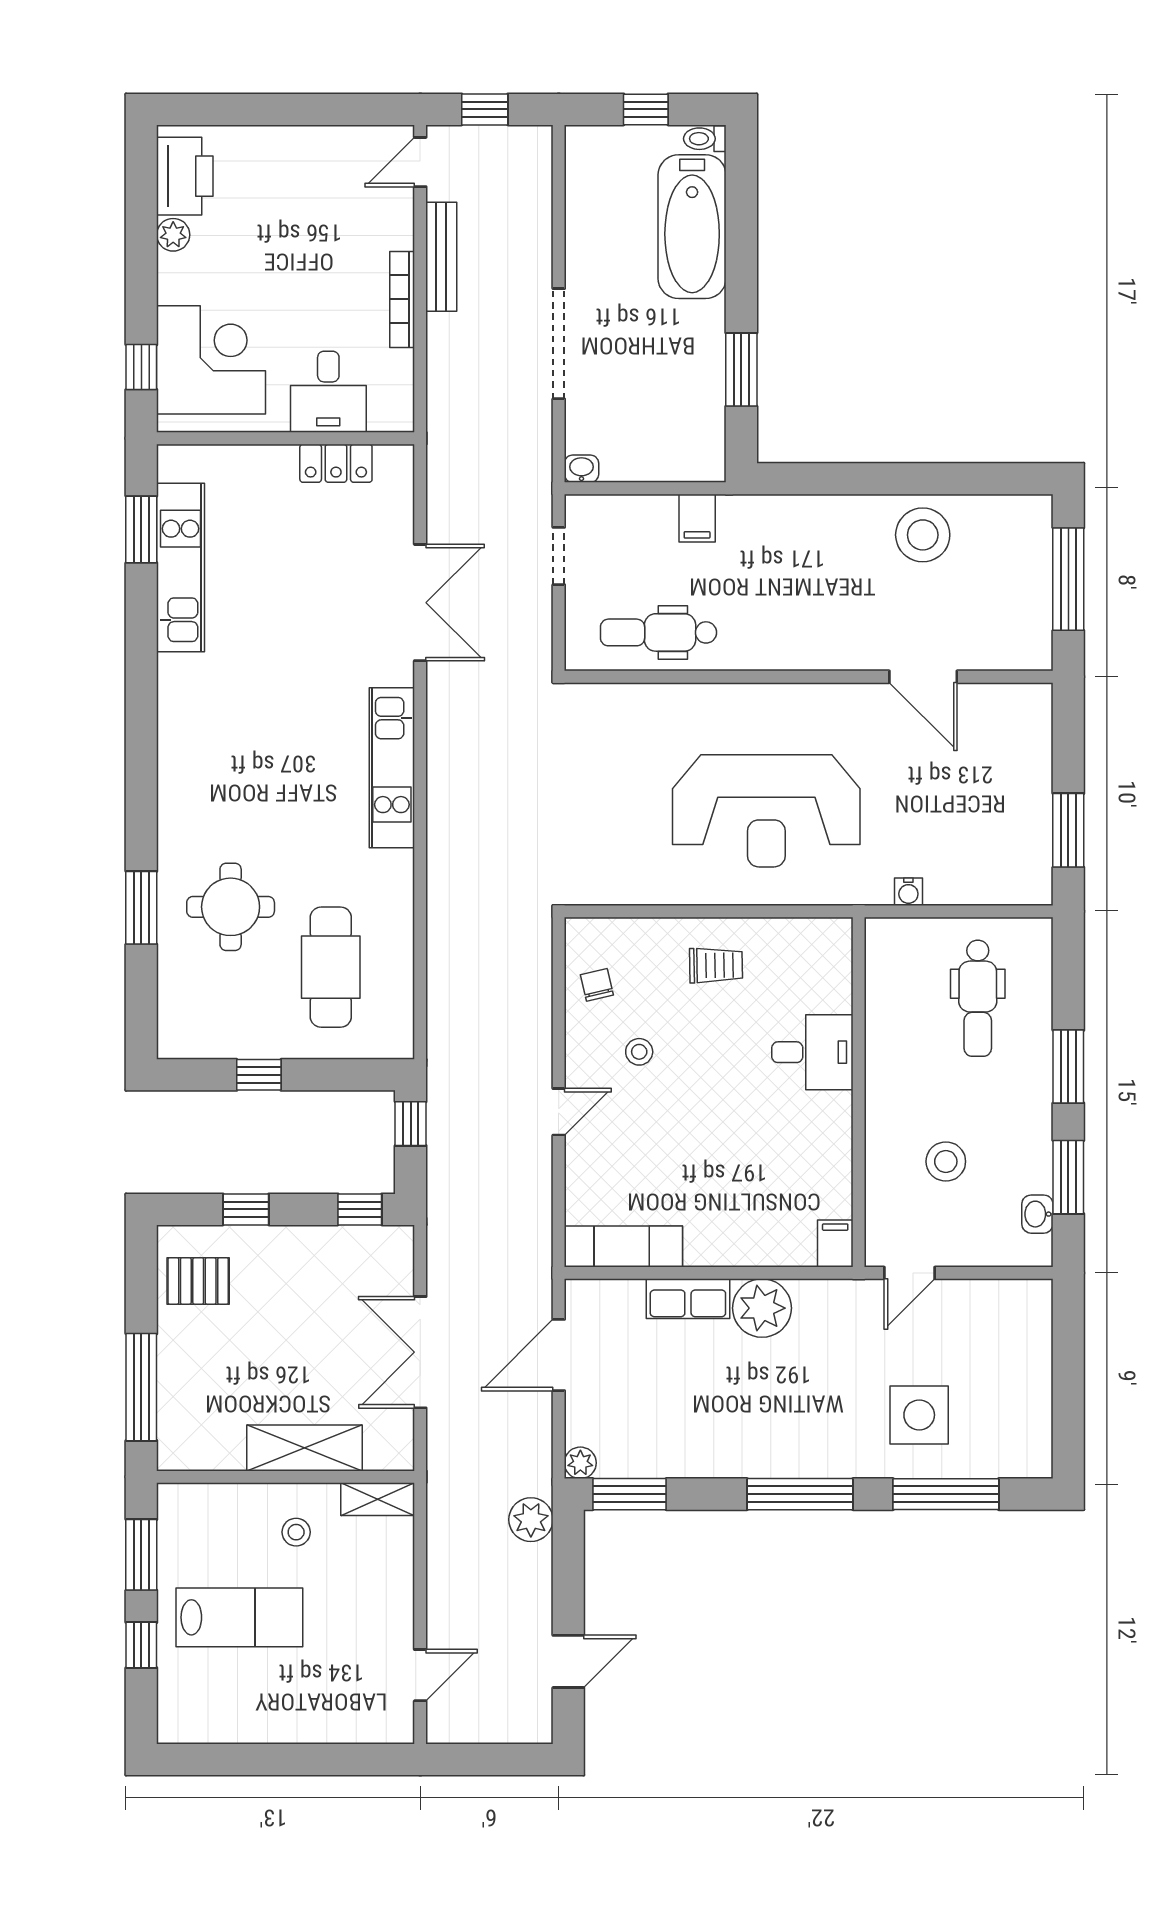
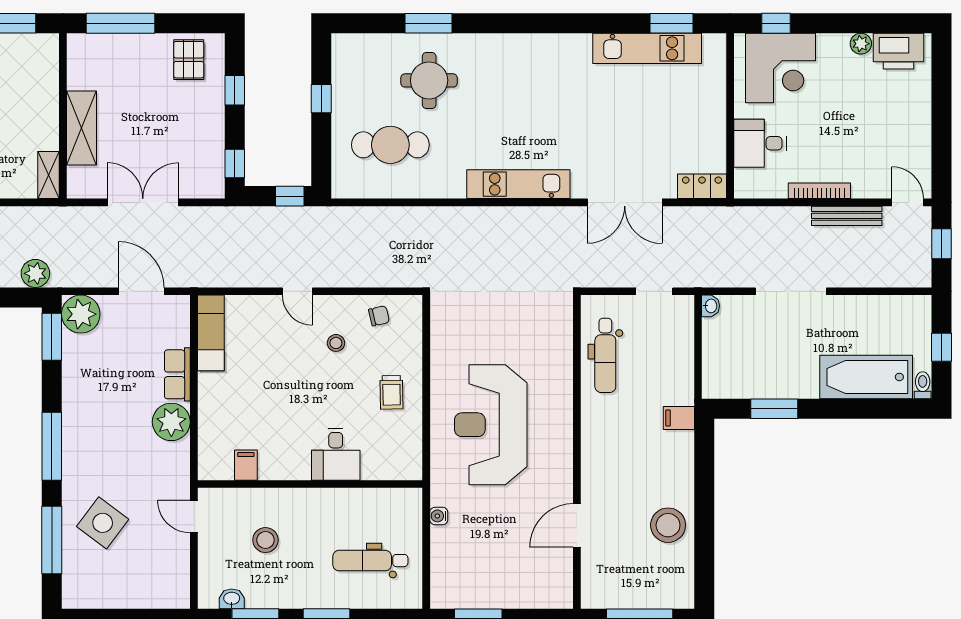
locker: (336, 463) -> (702, 186), moved, turned 90
filing cabinet: (697, 518) -> (679, 418), moved
dental chair: (658, 632) -> (605, 355), turned 180
filing cabinet: (835, 1244) -> (246, 465), moved, turned -90
side table: (919, 1415) -> (103, 523), turned 37
plant: (580, 1463) -> (81, 314), width x1.88, depth x1.88
stool: (296, 1532) -> (27, 123), removed

